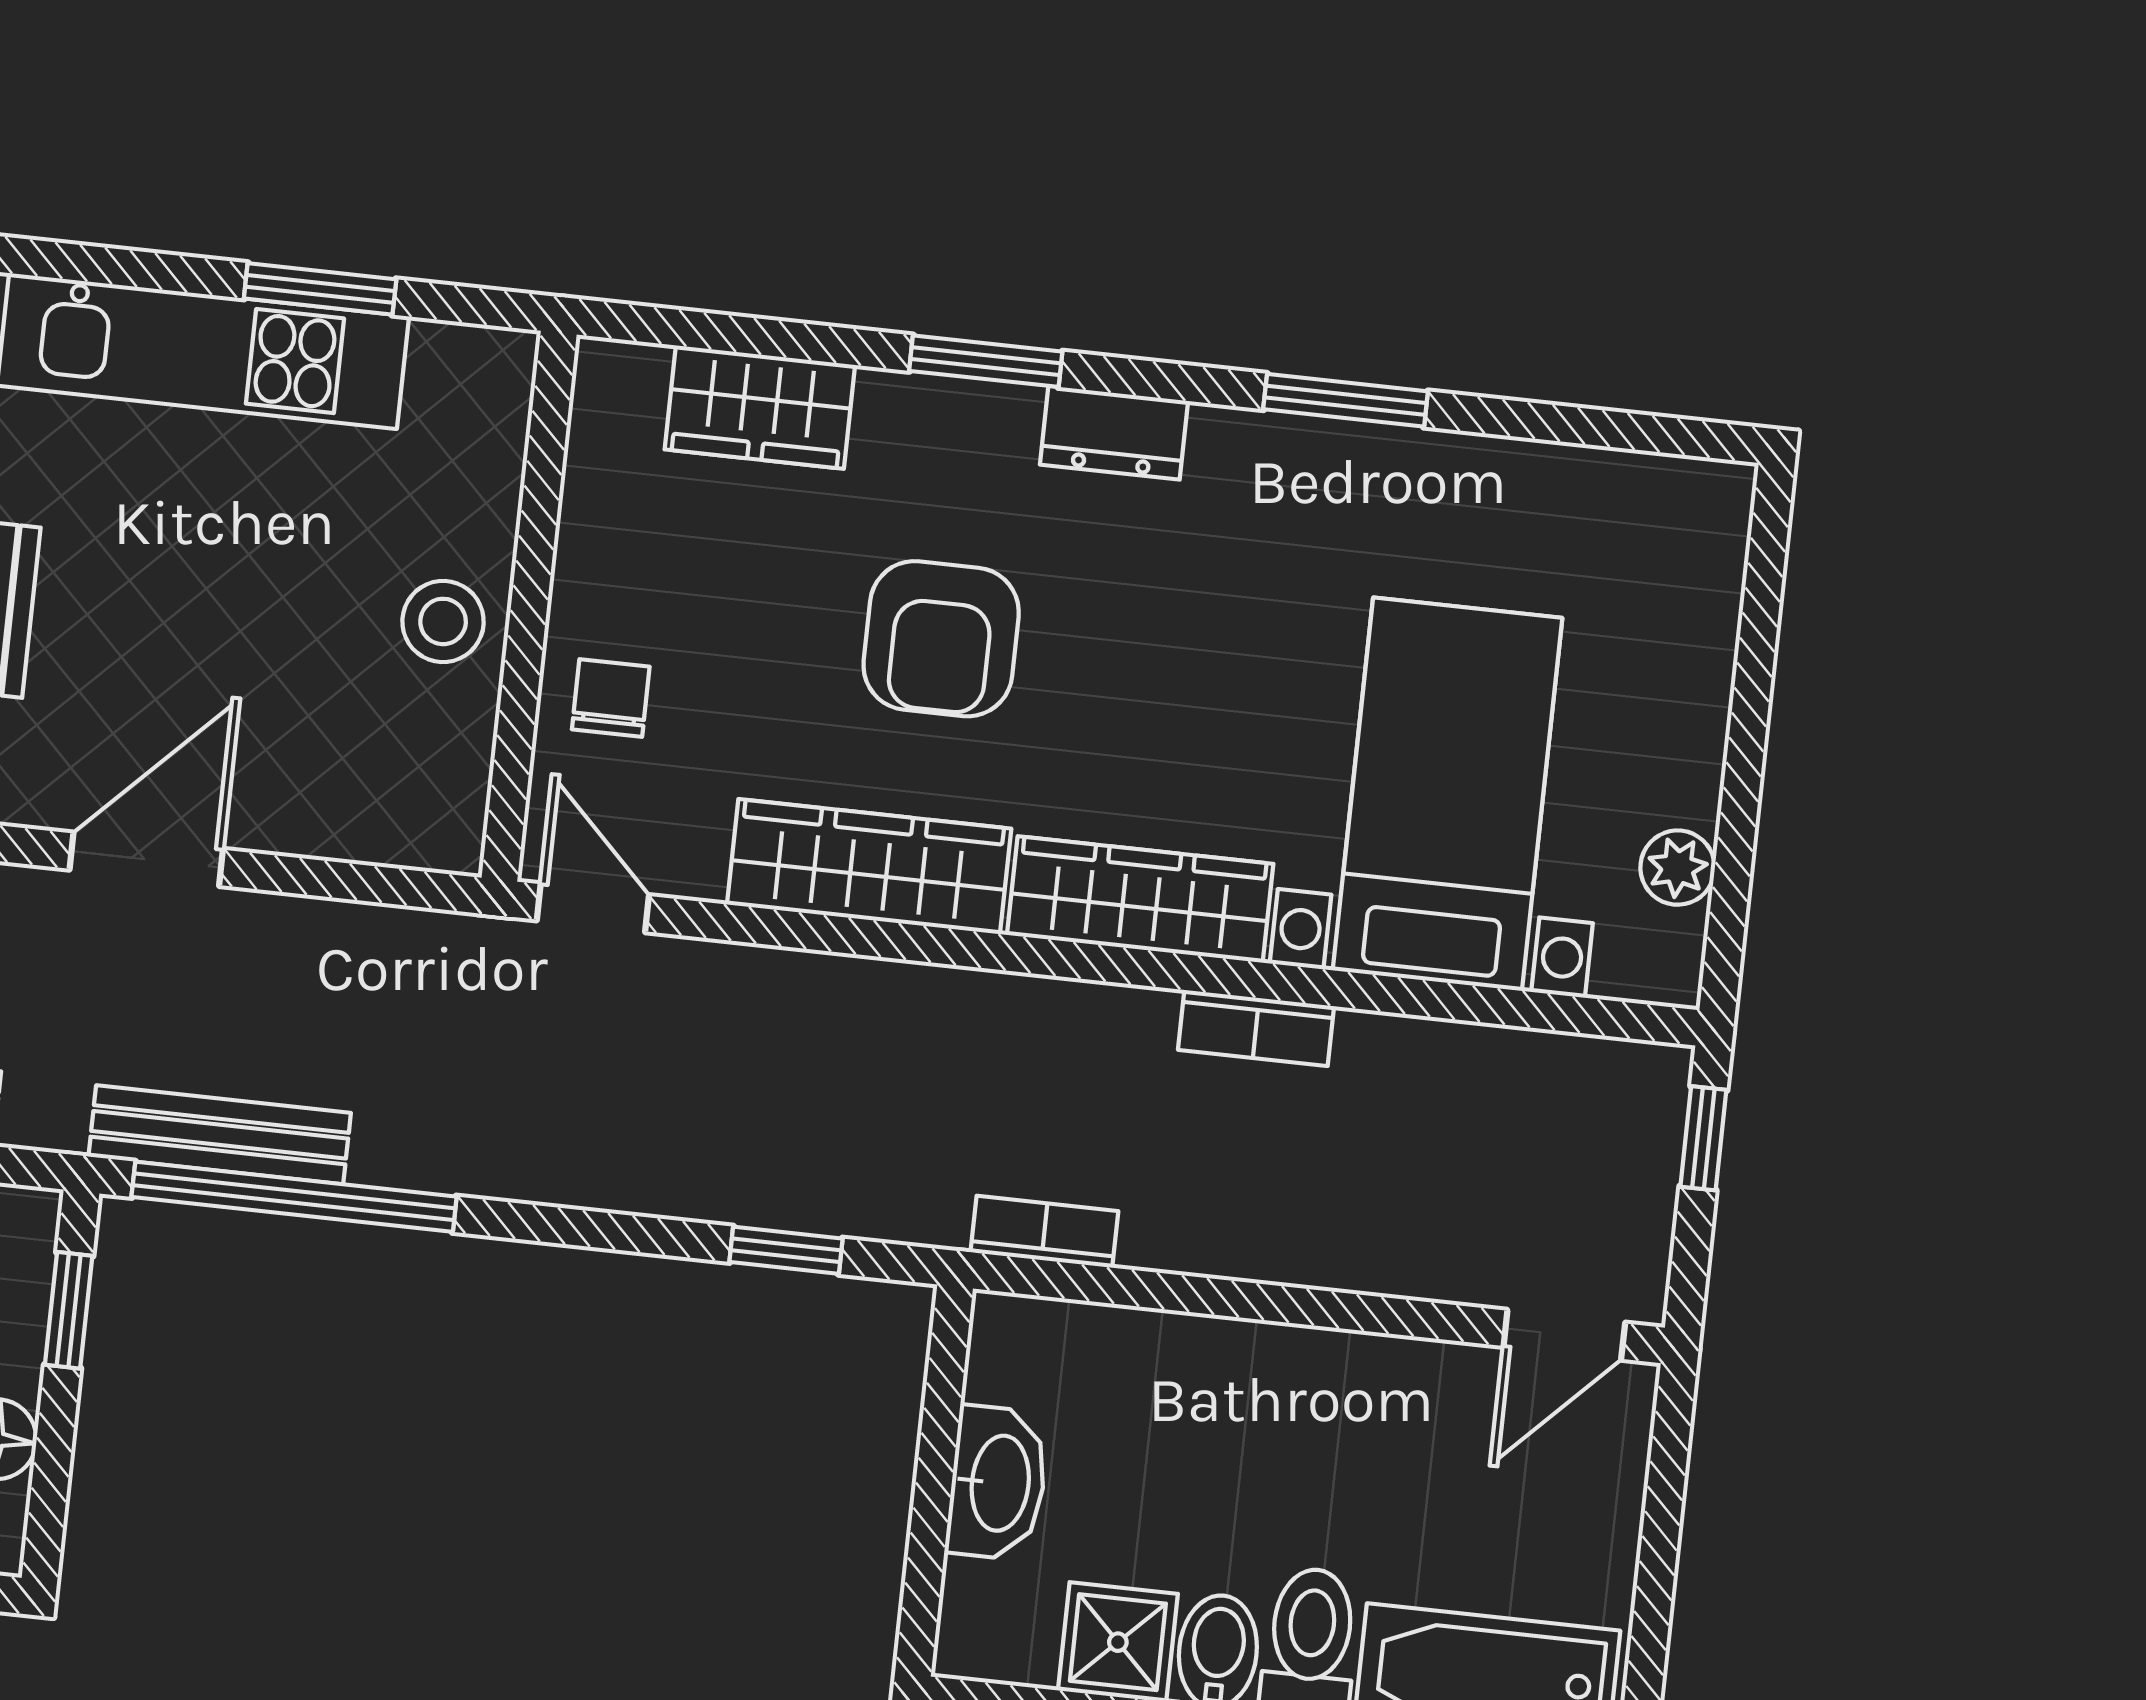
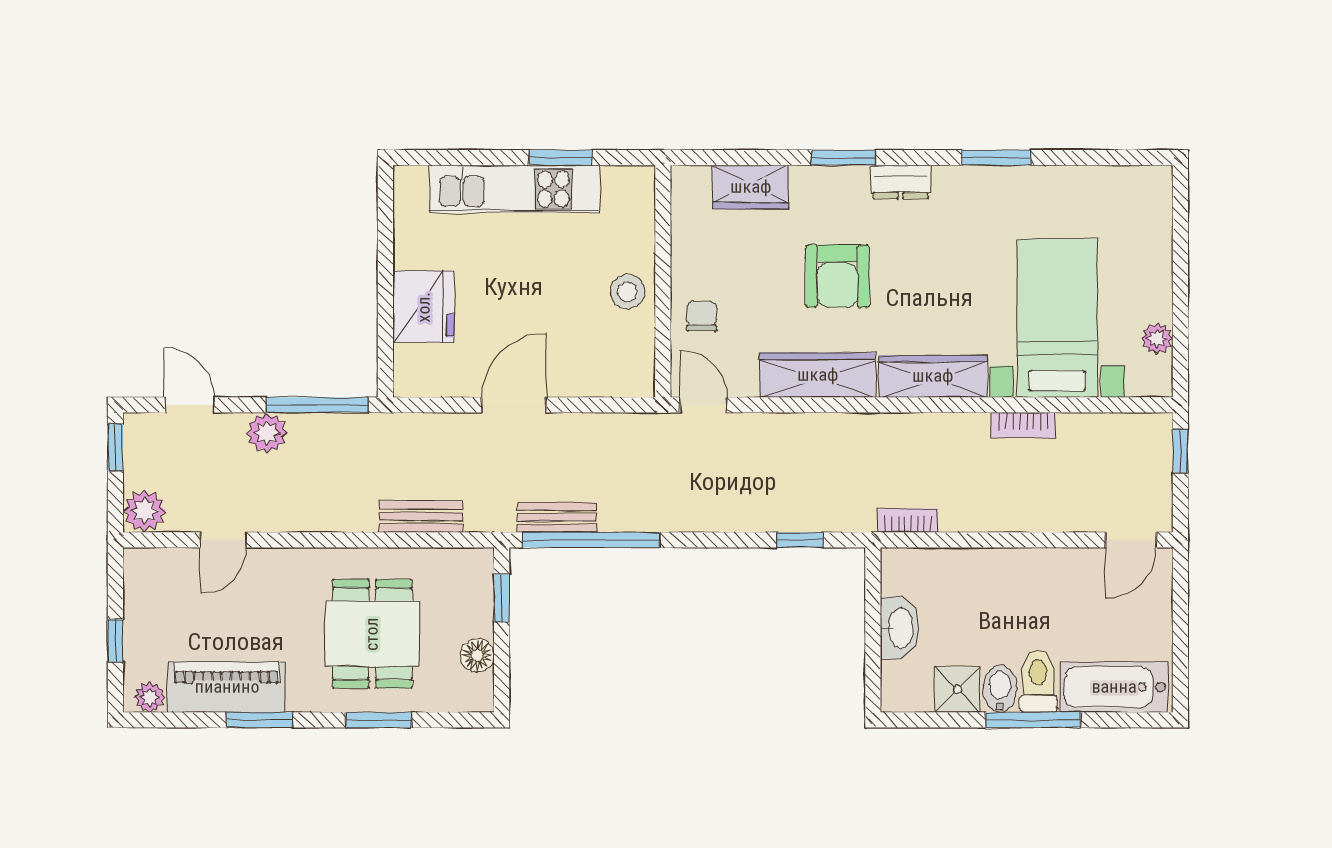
bookcase: (1256, 1028) -> (1023, 425), moved
bench: (220, 1135) -> (557, 517), width x0.73

